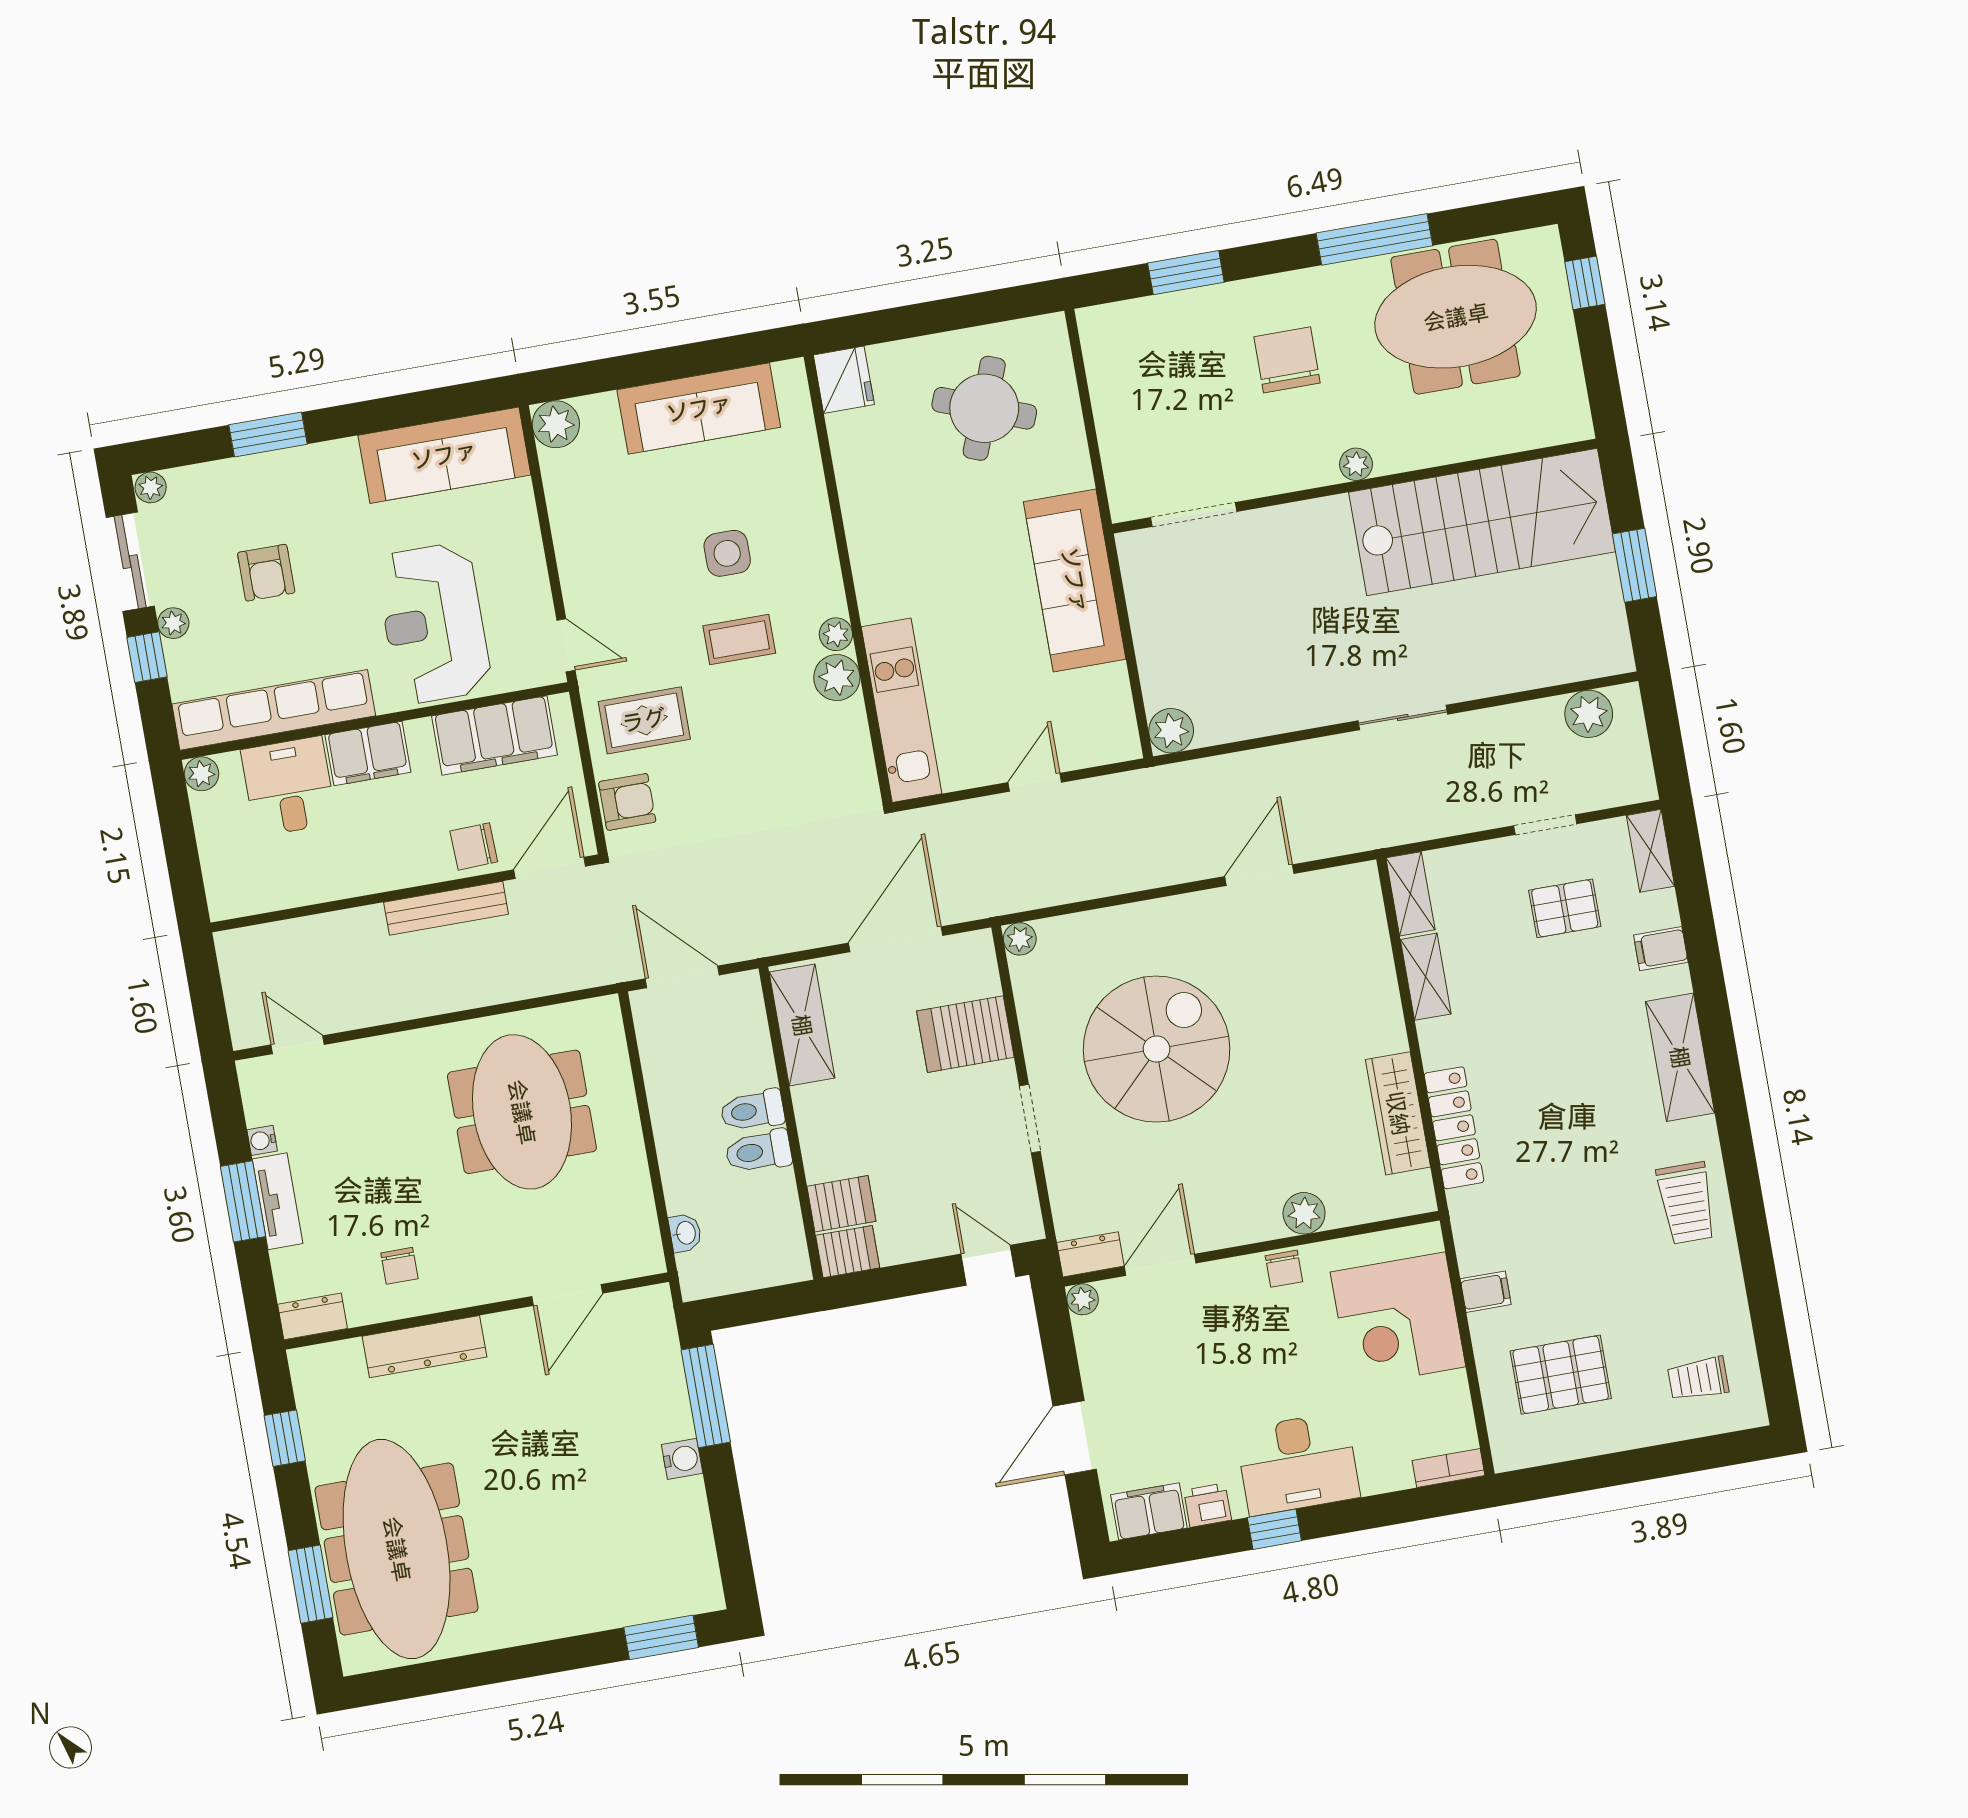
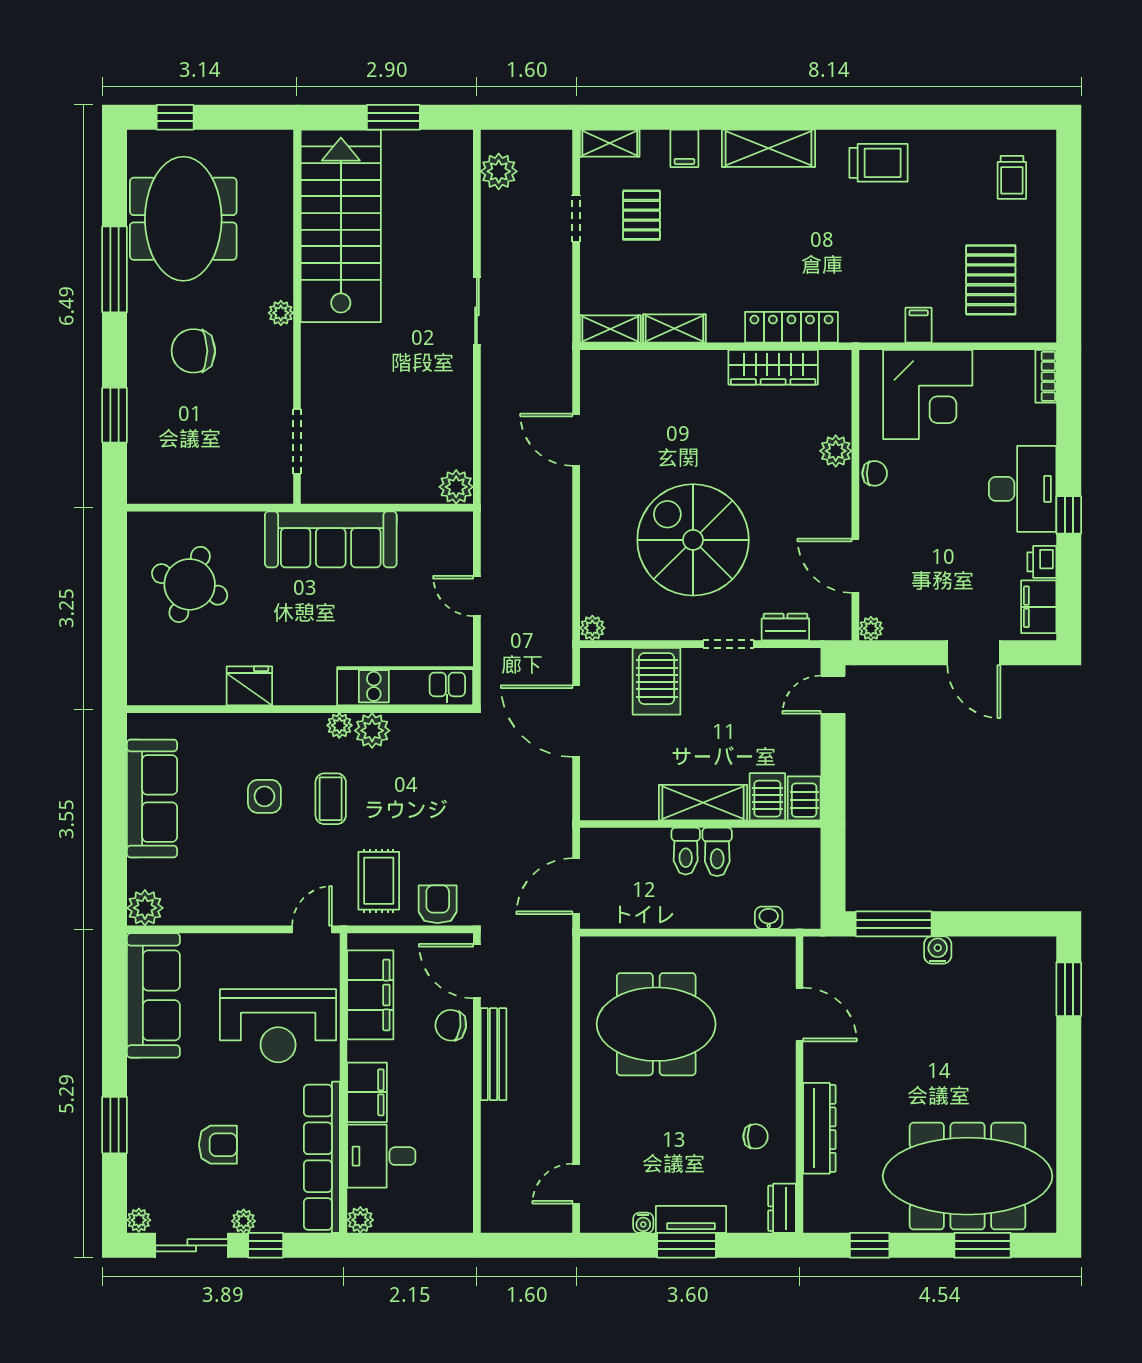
fridge: (844, 380) -> (249, 686), moved
chair: (474, 846) -> (451, 1025), turned 100
shelving: (802, 1025) -> (703, 803), moved
dresser: (1090, 1254) -> (785, 627), moved, turned 90

